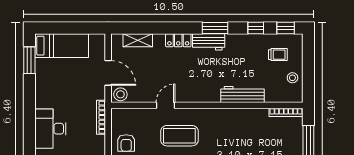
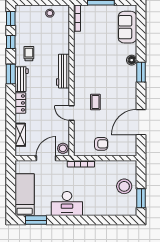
trolley: (278, 55) -> (29, 54), moved
workbench: (243, 94) -> (63, 71), moved
desk: (50, 129) -> (67, 203), moved
coffee table: (179, 136) -> (95, 102), width x0.54, depth x0.58

